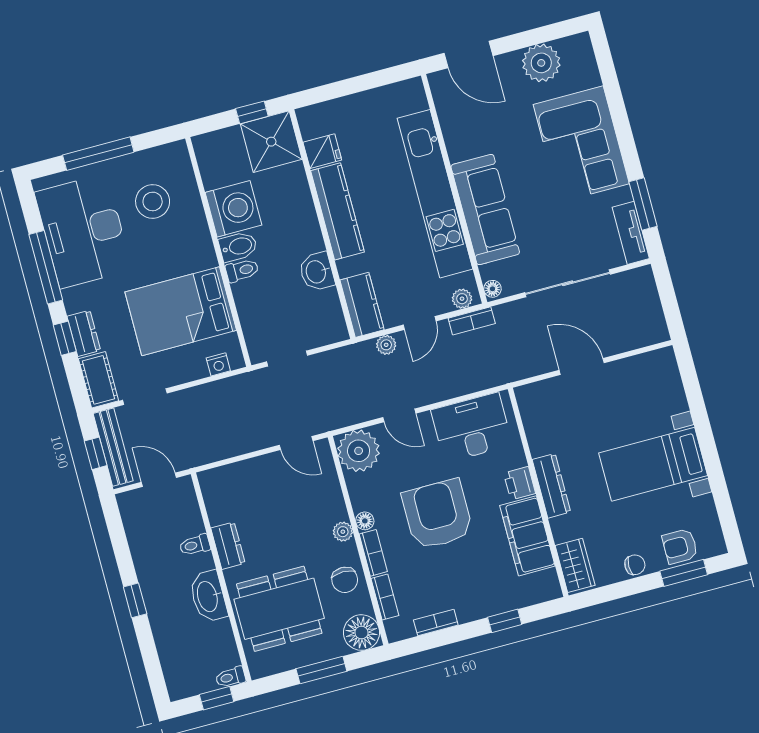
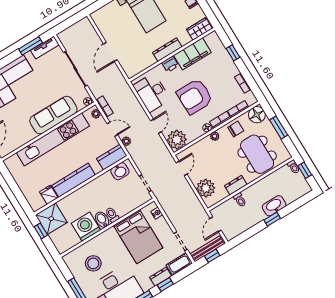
washbasin: (317, 272) -> (120, 171), moved
plant: (240, 481) -> (206, 188), added
washbasin: (208, 596) -> (274, 206), moved, turned 180

